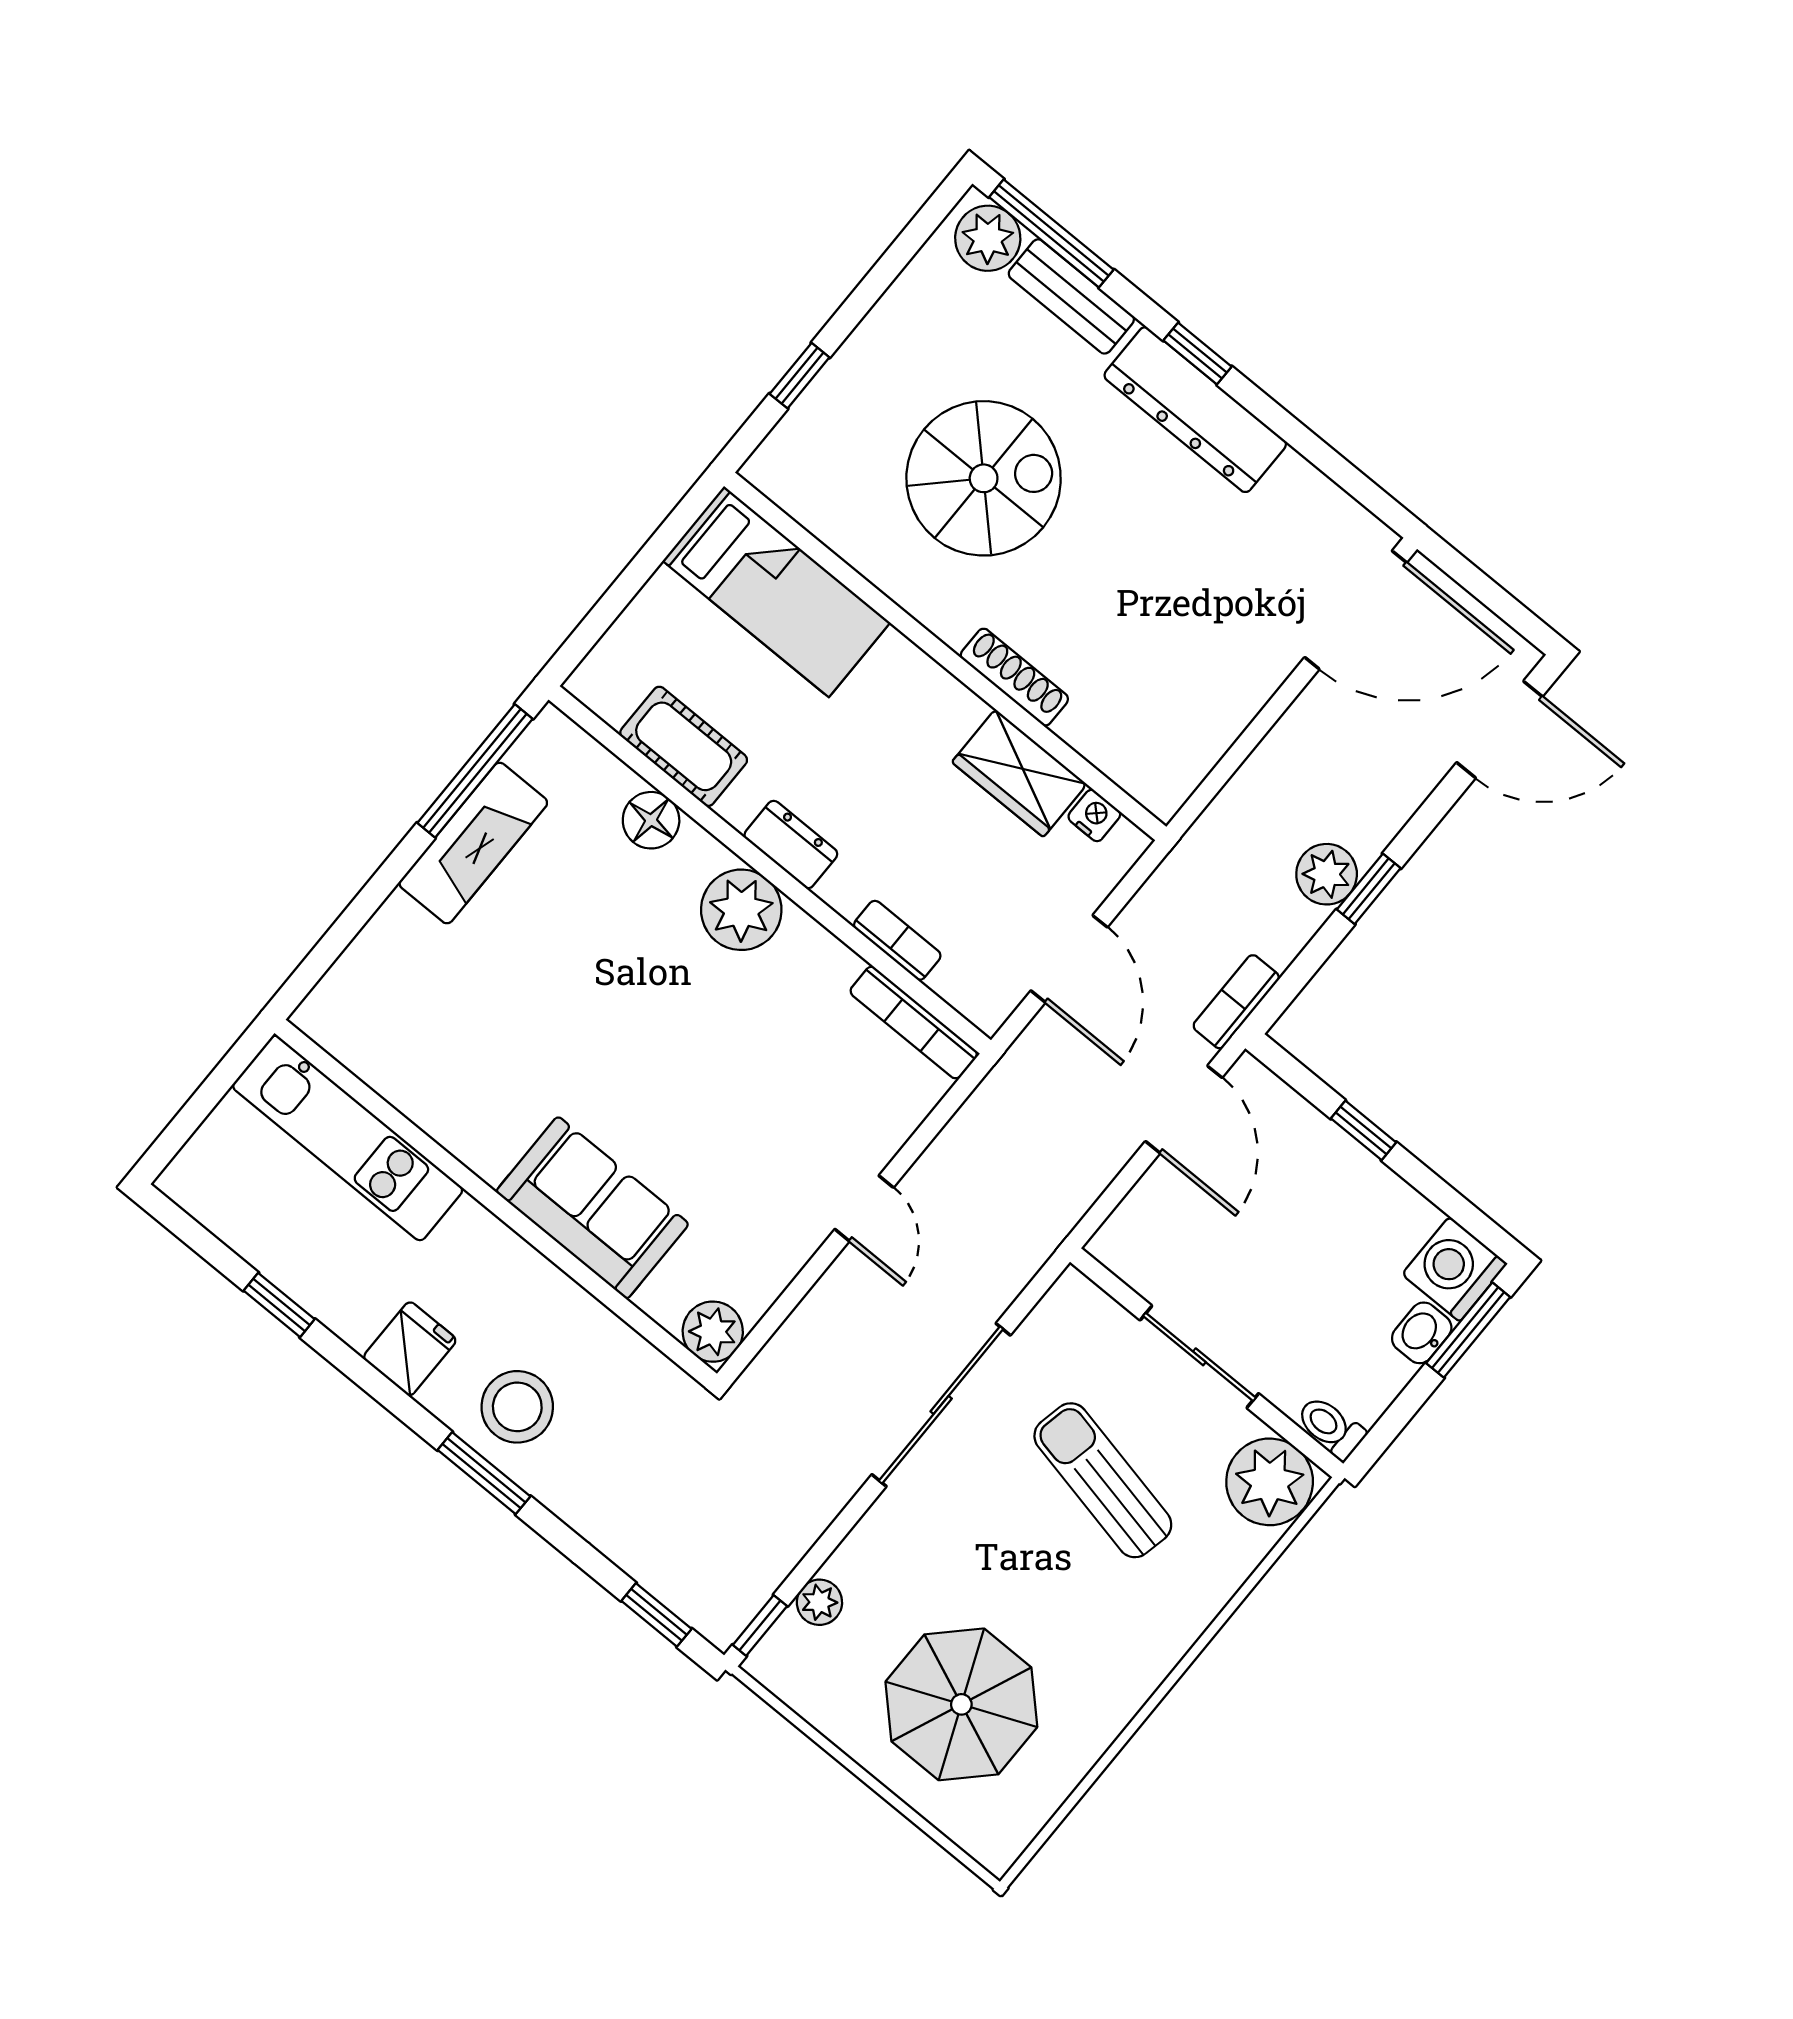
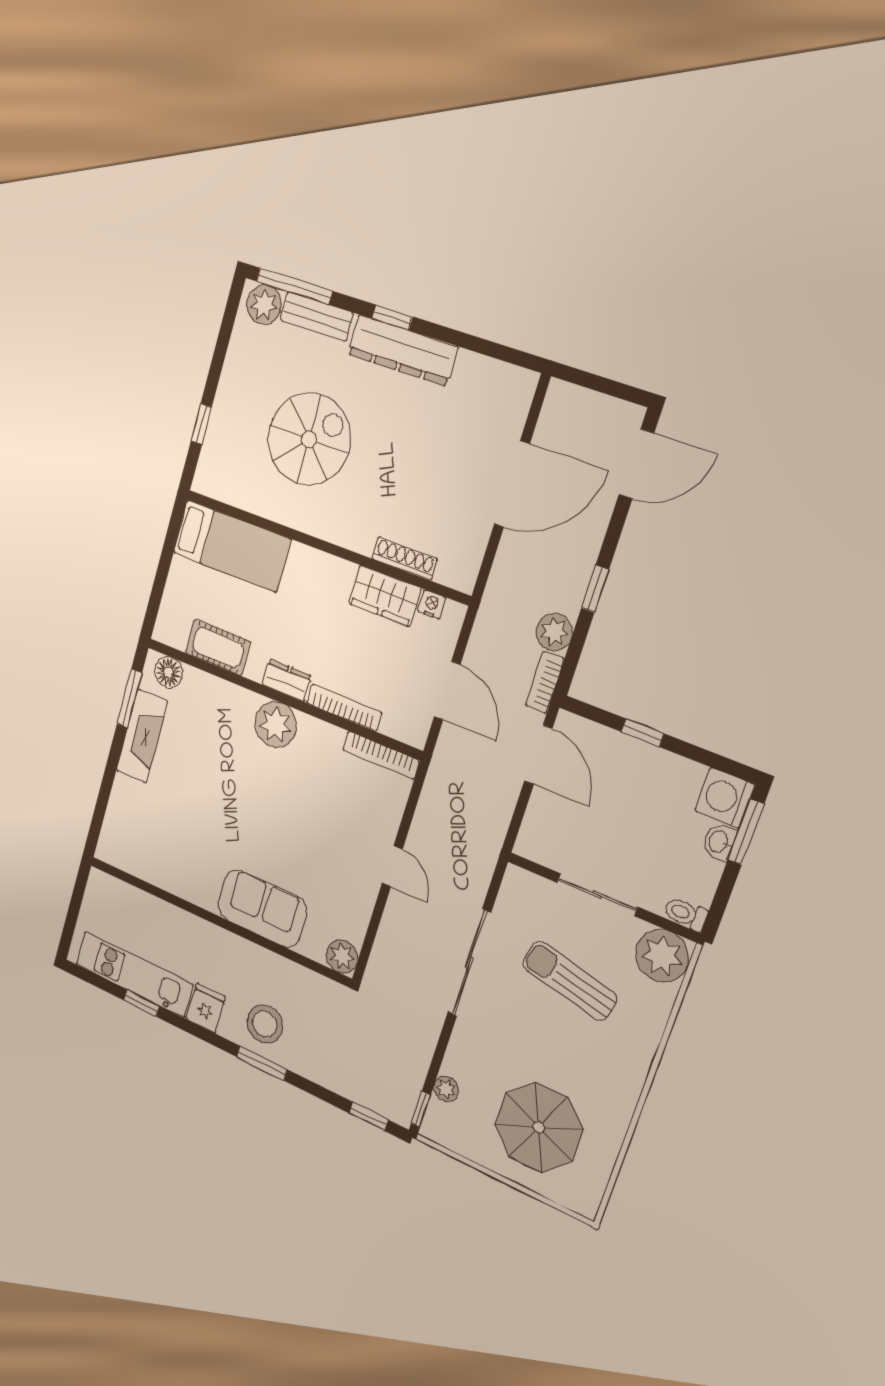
door: (1356, 610) -> (512, 484), moved
shoe rack: (1014, 677) -> (405, 559), moved
window: (475, 771) -> (129, 698), width x0.69
floor lamp: (651, 820) -> (169, 672), moved
plant: (1327, 874) -> (554, 632), moved
bookcase: (897, 940) -> (344, 708), width x1.56
kitchen unit: (348, 1138) -> (134, 974), moved, turned 180

